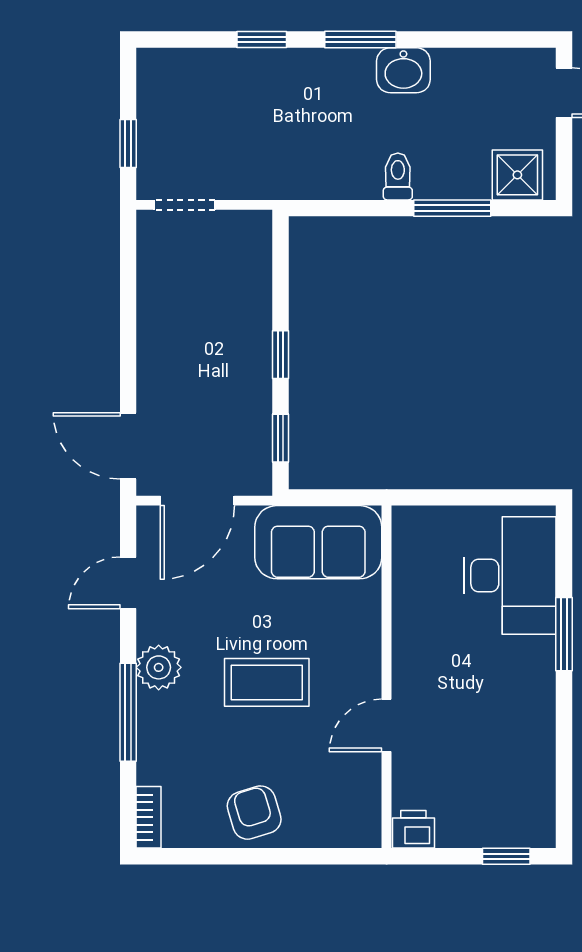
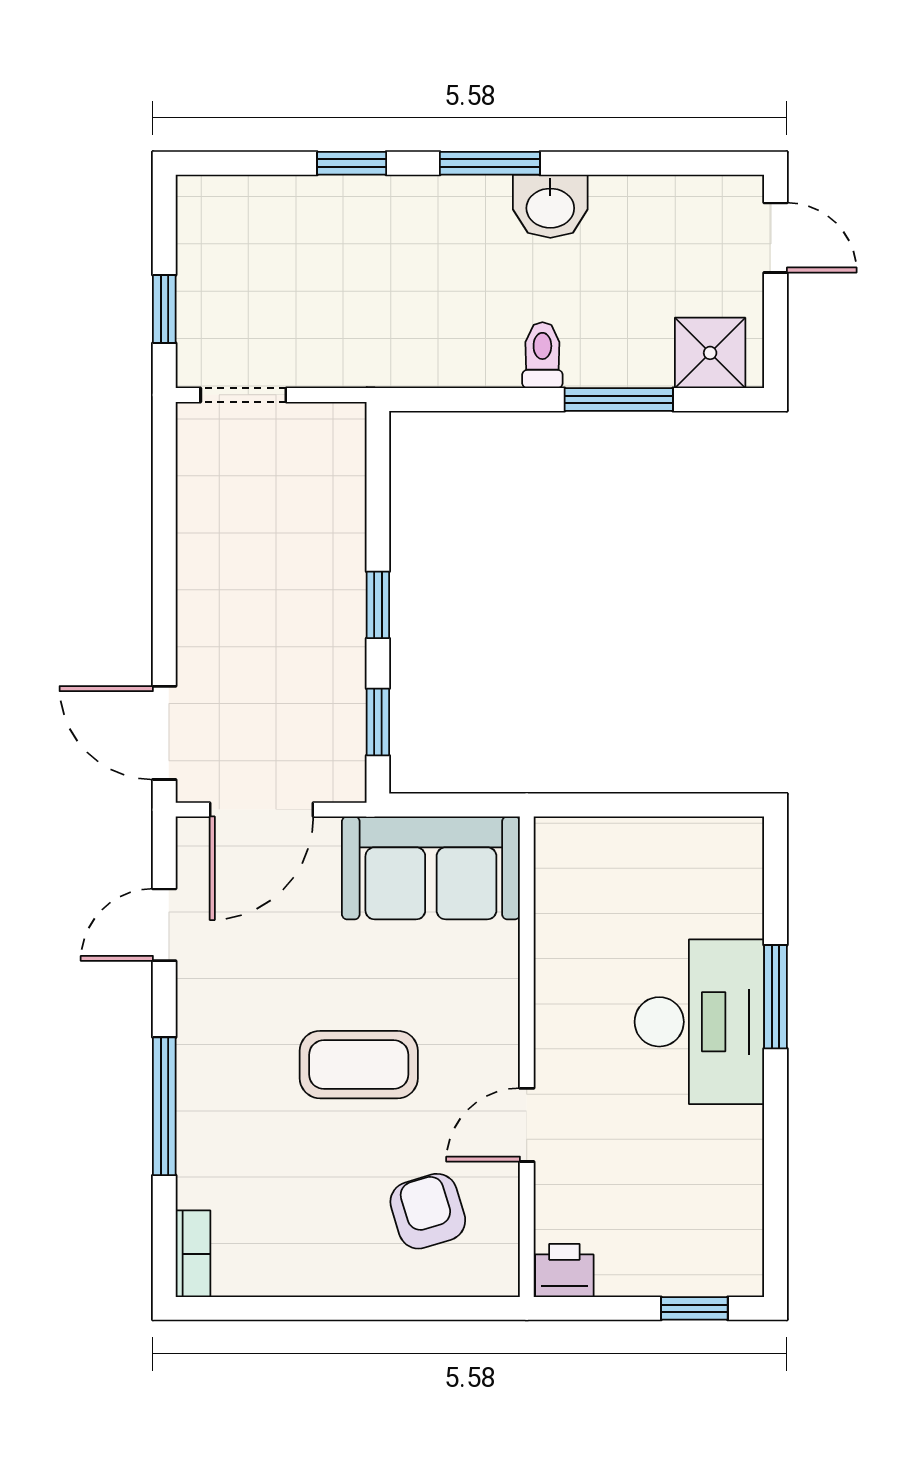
desk: (510, 575) -> (699, 1022), moved
plant: (159, 667) -> (207, 1043), removed
armchair: (254, 813) -> (428, 1211), moved

